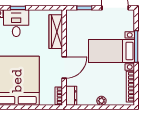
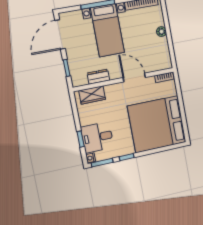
wardrobe: (56, 32) -> (92, 95), width x0.67
dresser: (71, 96) -> (98, 77), moved

